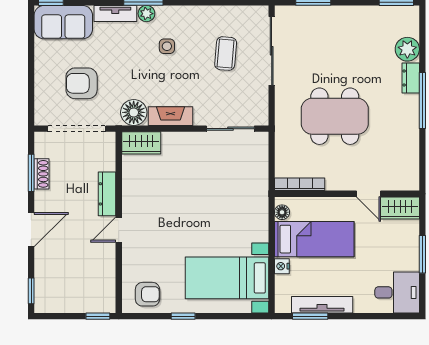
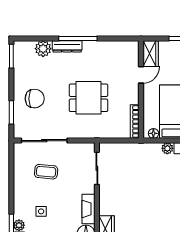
chair: (334, 37) -> (35, 99), added
dresser: (411, 78) -> (67, 46), width x1.44
dining table: (335, 116) -> (88, 98), width x0.73
plant: (260, 233) -> (167, 148), added

